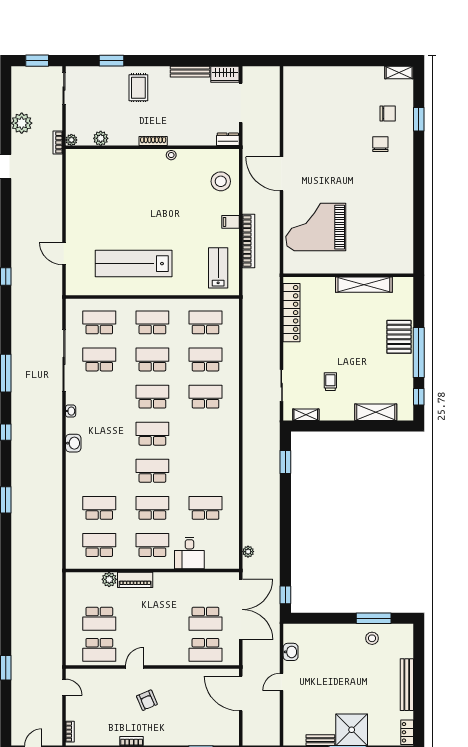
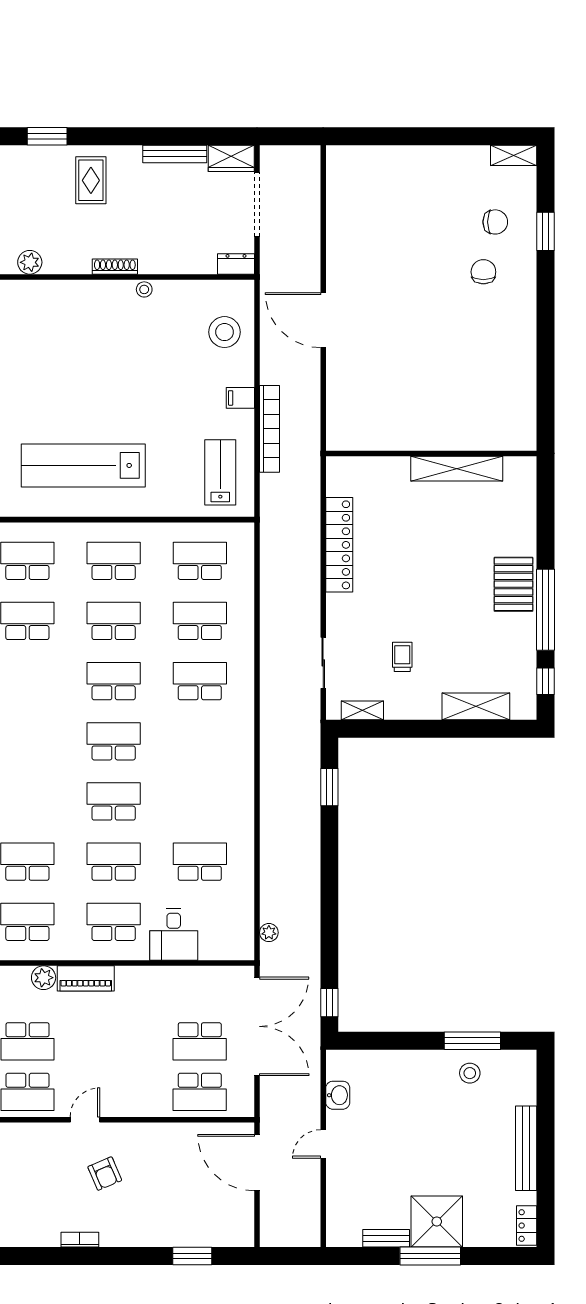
grand piano: (316, 227) -> (379, 406), removed
wall: (348, 275) -> (431, 453), moved
shelving: (364, 285) -> (457, 469), moved

